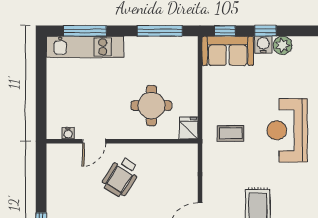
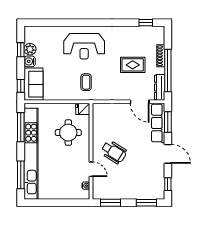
window: (265, 31) -> (21, 50), moved
kitchen unit: (85, 47) -> (31, 154), width x1.86
window: (41, 172) -> (110, 203), added

